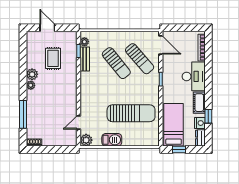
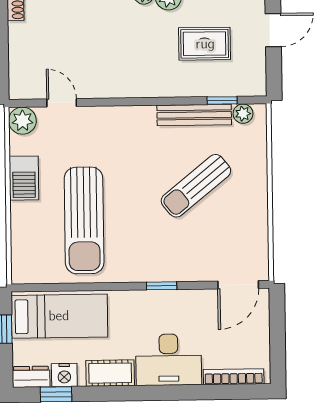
bench: (85, 59) -> (194, 115), width x1.36
sun lounger: (140, 59) -> (207, 238), removed
window: (208, 116) -> (56, 394), moved

